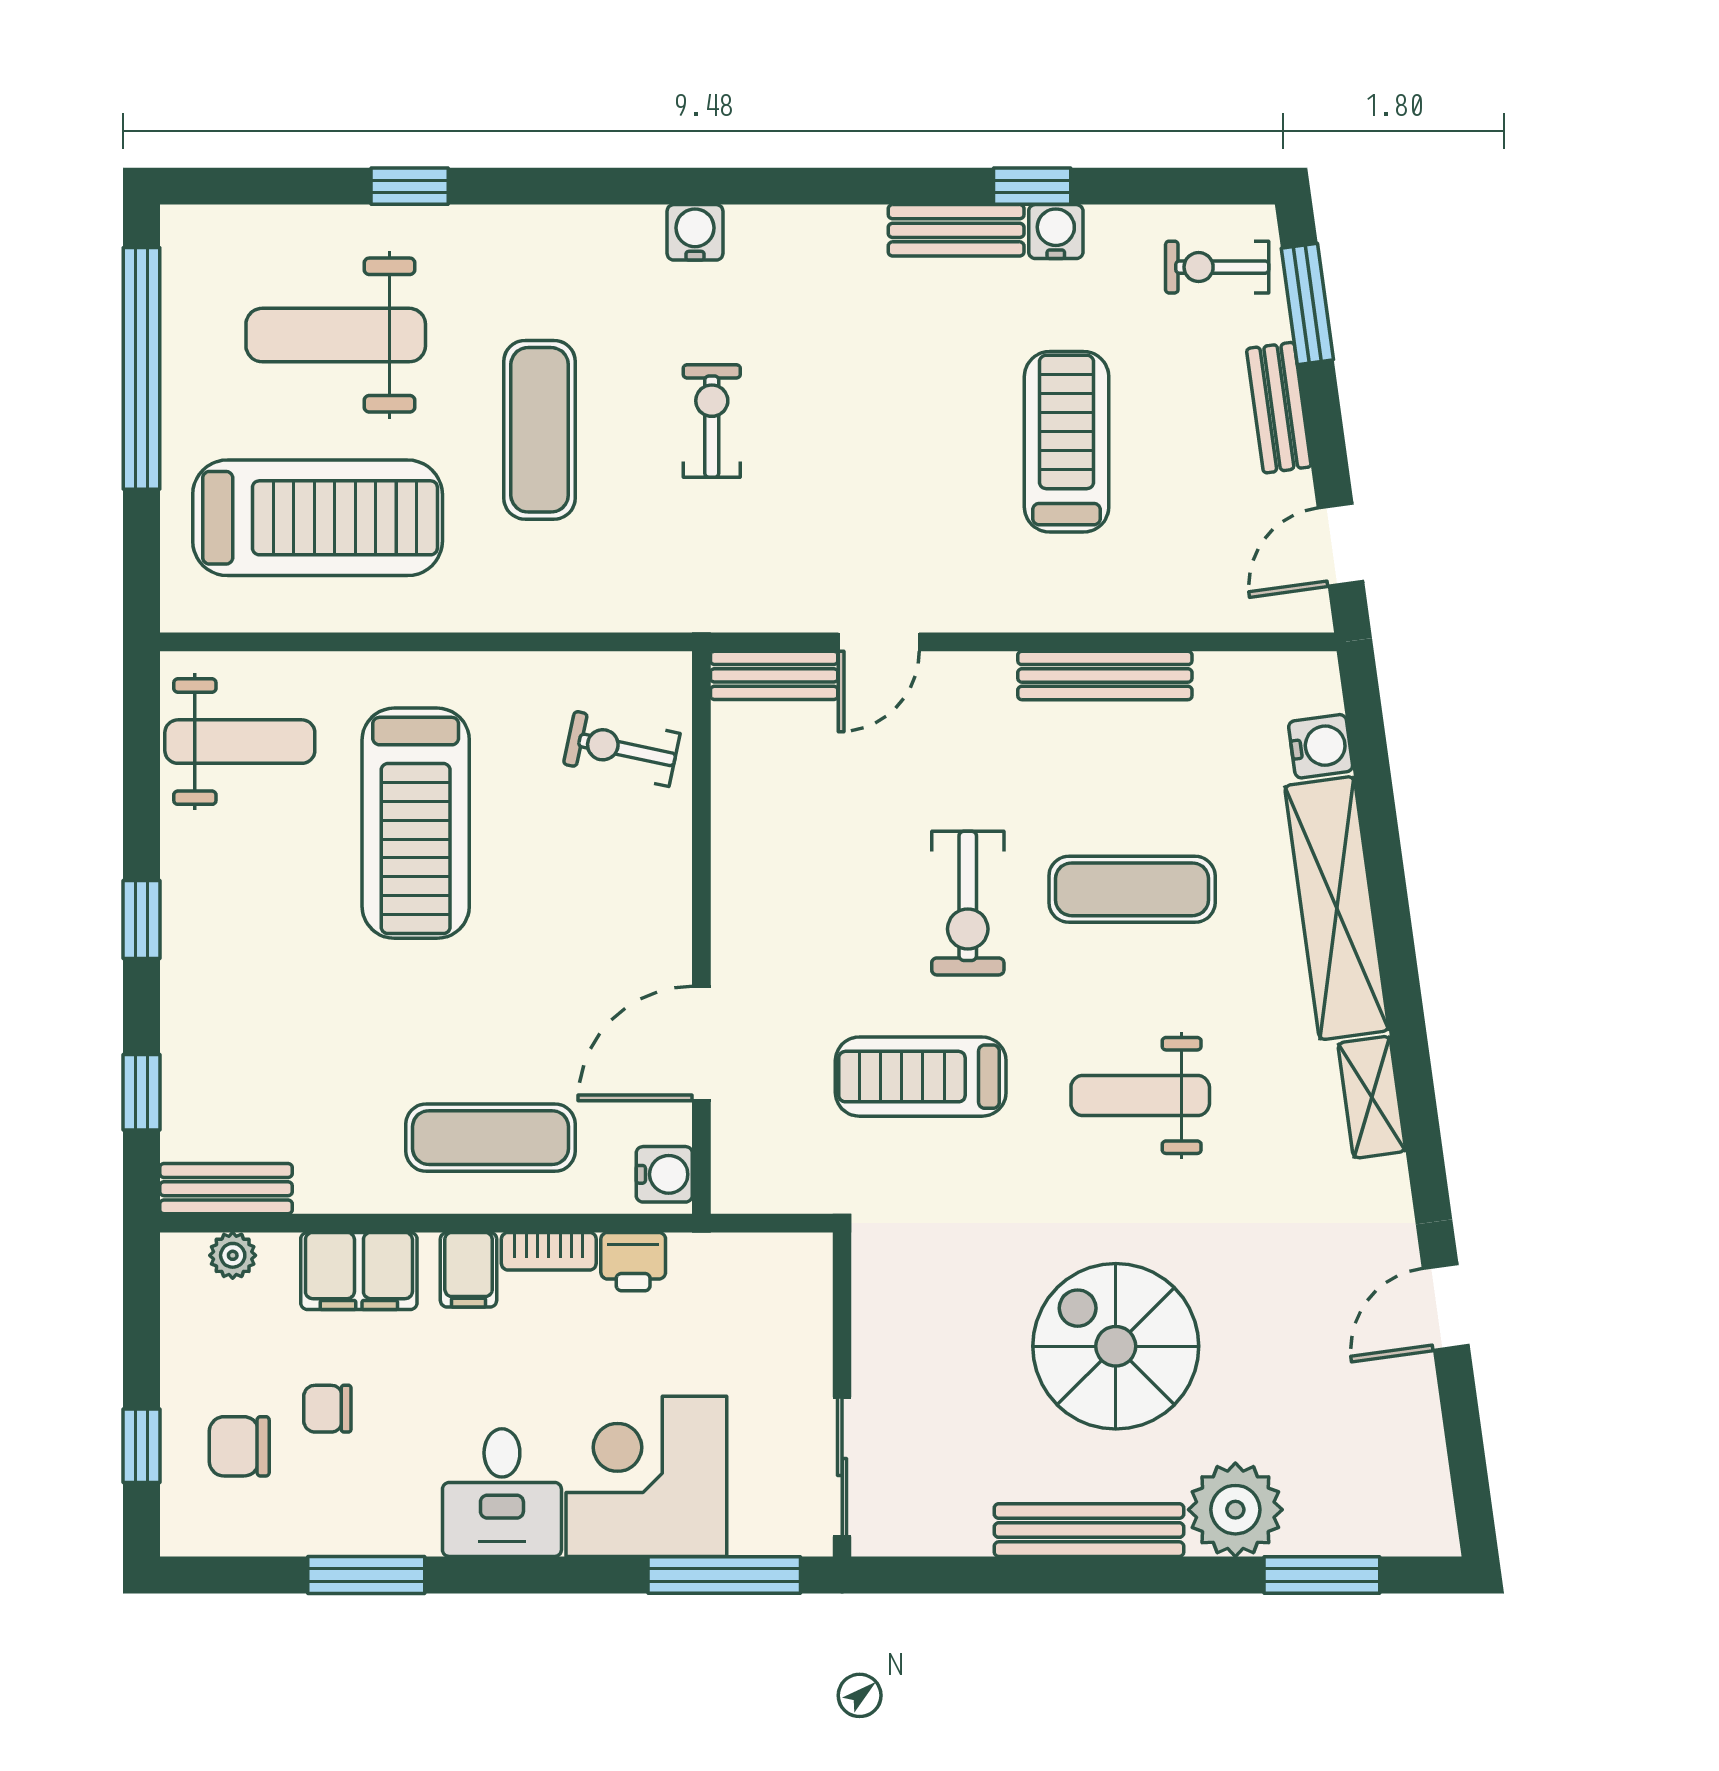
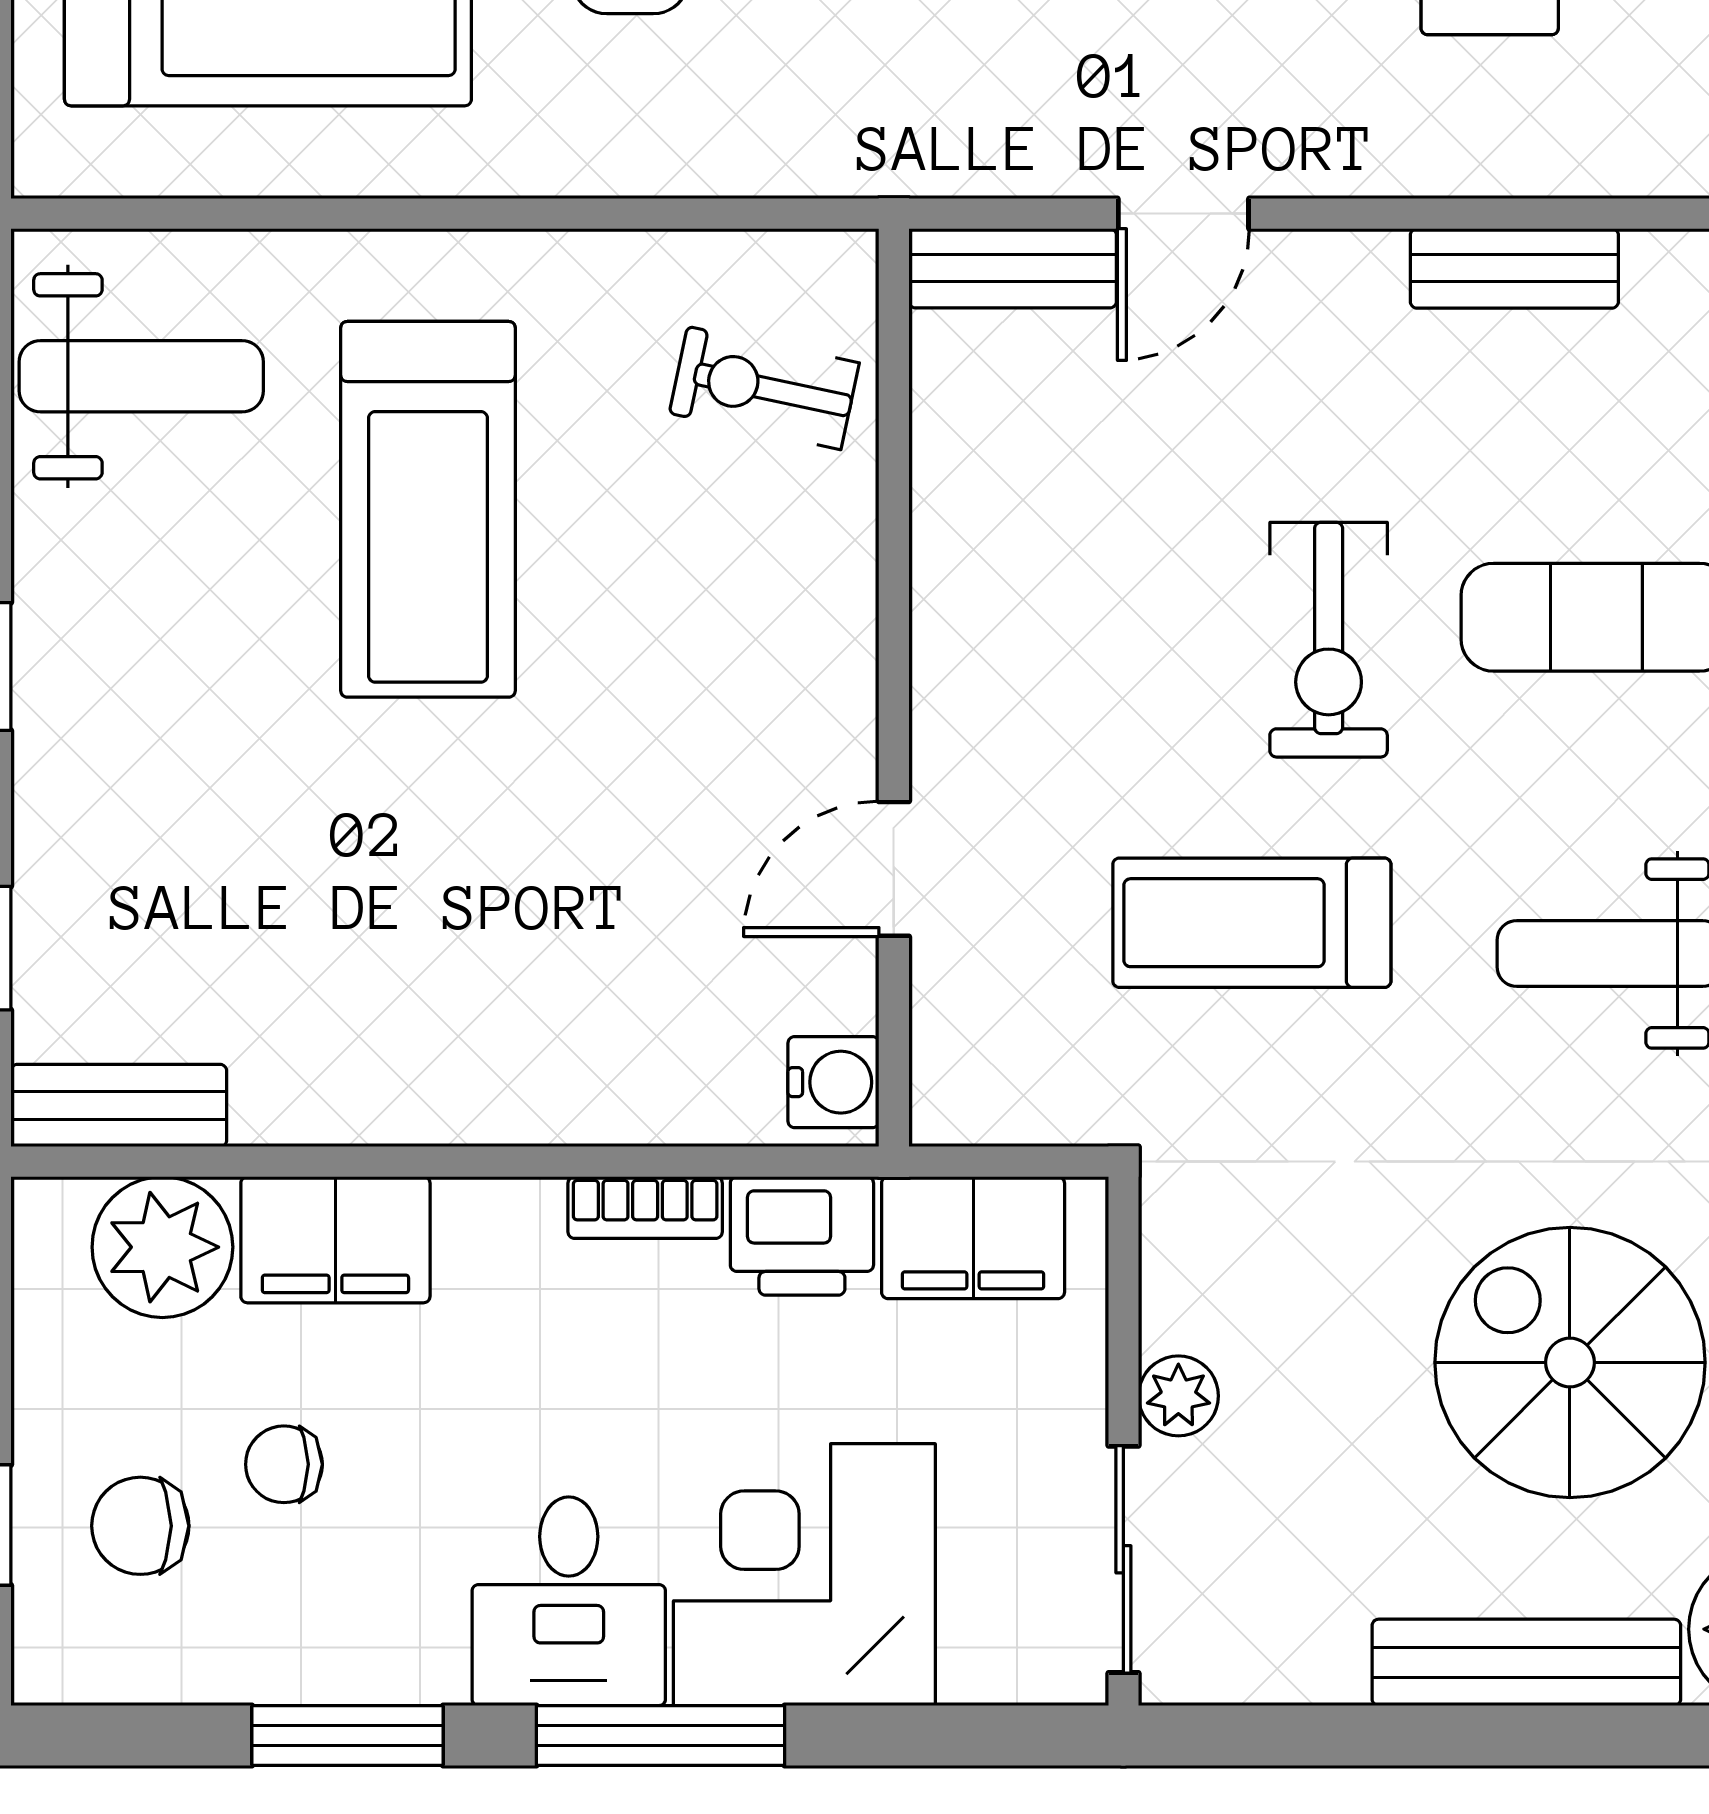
bench: (1105, 675) -> (1514, 268), width x0.73
door: (701, 1044) -> (894, 869), width x0.73
exercise mat: (491, 1138) -> (550, 1022), removed
plant: (233, 1255) -> (162, 1247), width x1.87, depth x1.87
printer: (633, 1262) -> (802, 1236), width x1.36, depth x1.24
filing cabinet: (469, 1270) -> (973, 1238), moved, width x2.00
plant: (876, 1367) -> (1178, 1396), added
window: (724, 1575) -> (660, 1736), moved

